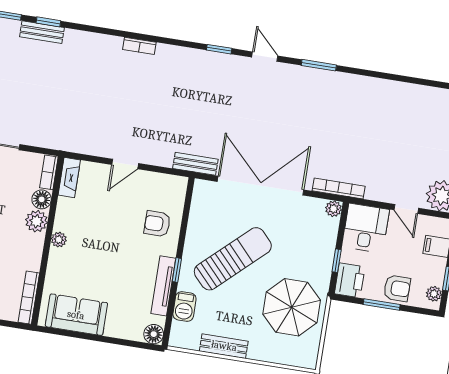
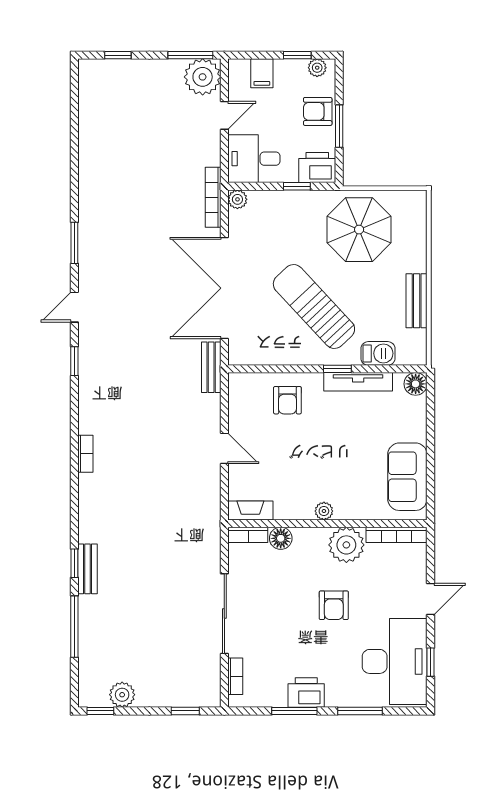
plant: (36, 221) -> (346, 545), moved, width x1.36, depth x1.36
armchair: (397, 288) -> (318, 111), turned -90

